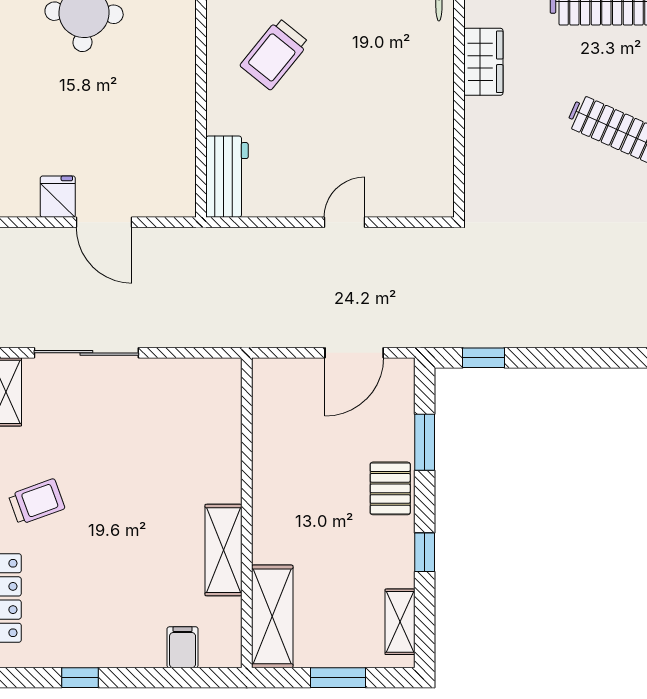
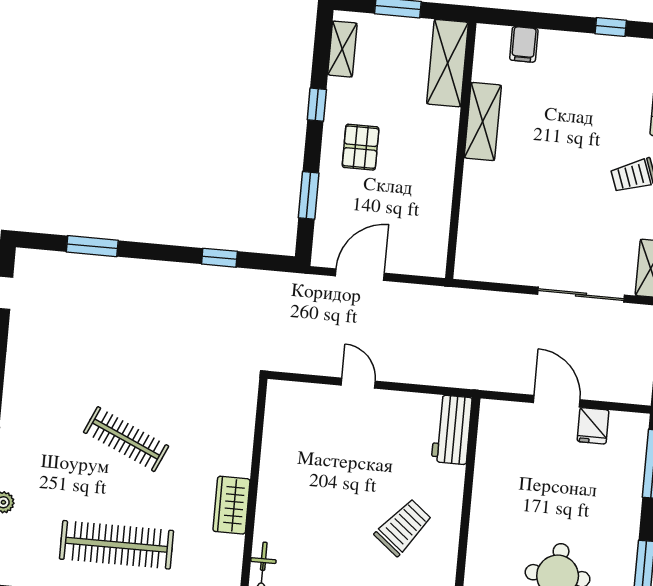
door: (344, 222) -> (358, 383), swing flipped
window: (484, 358) -> (219, 258), moved
pallet: (390, 488) -> (361, 147), moved

